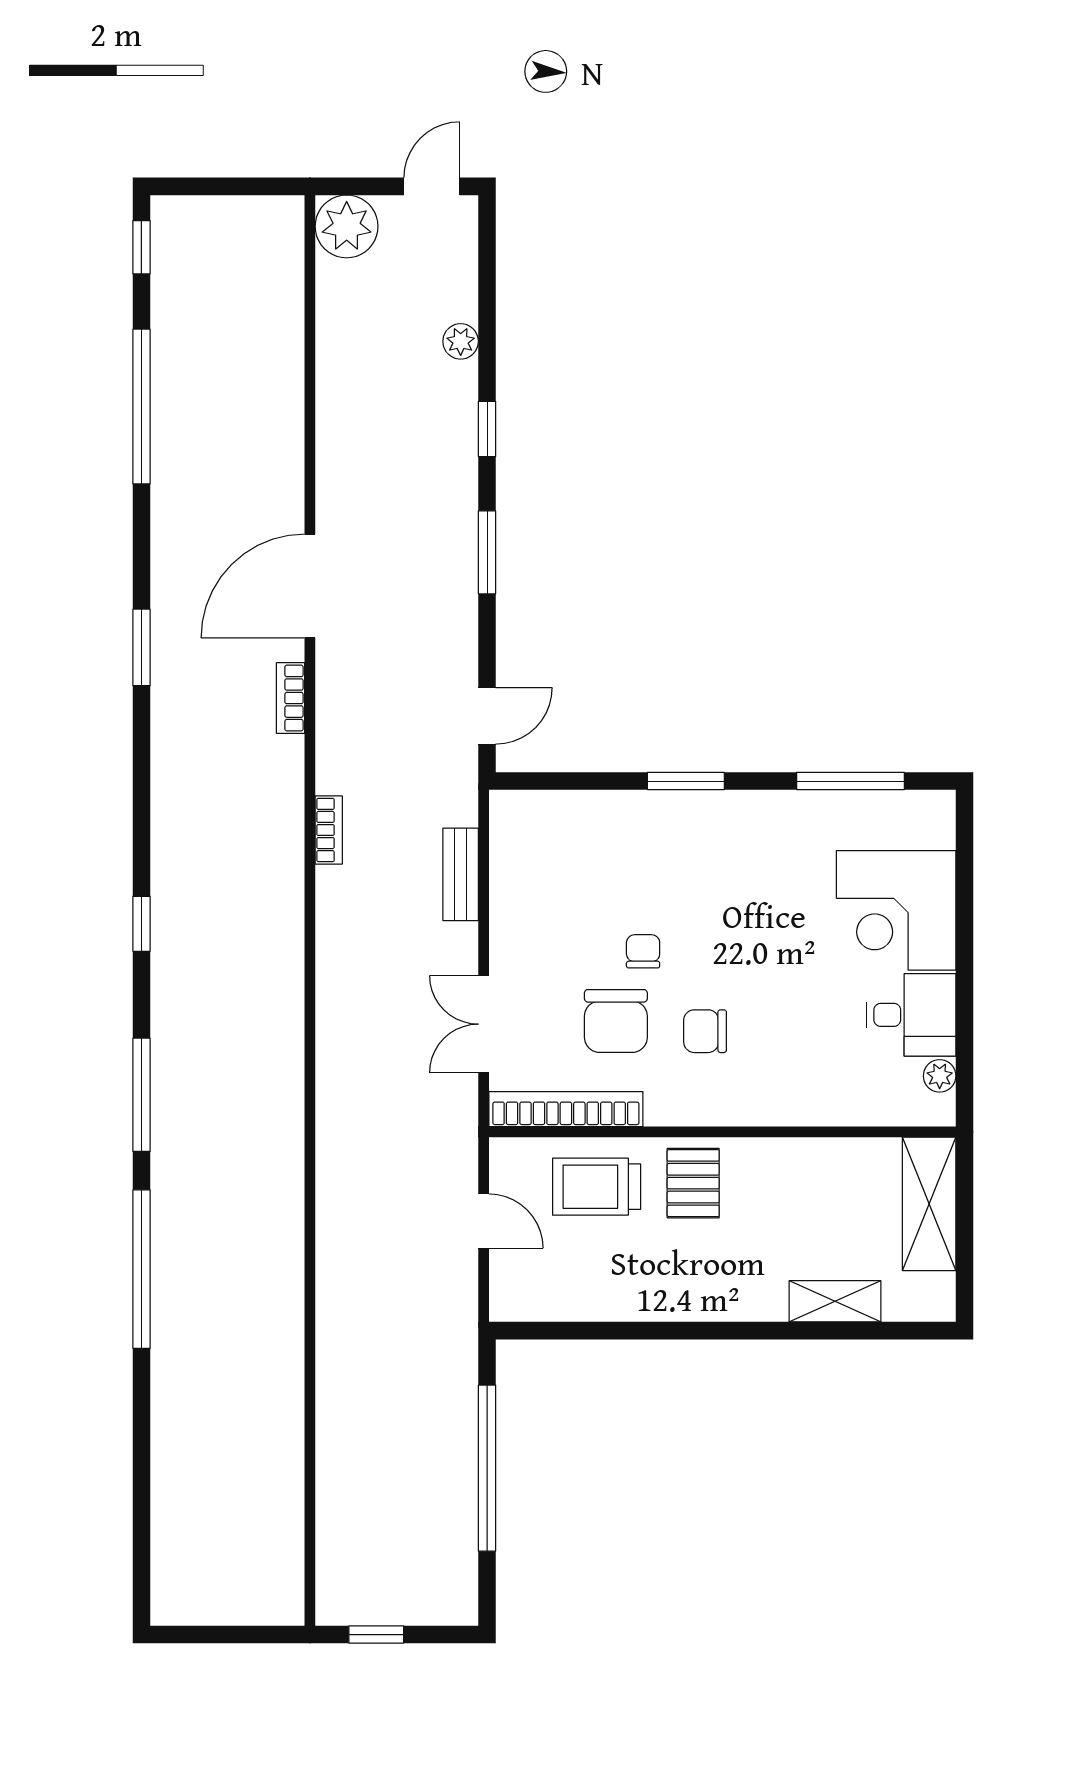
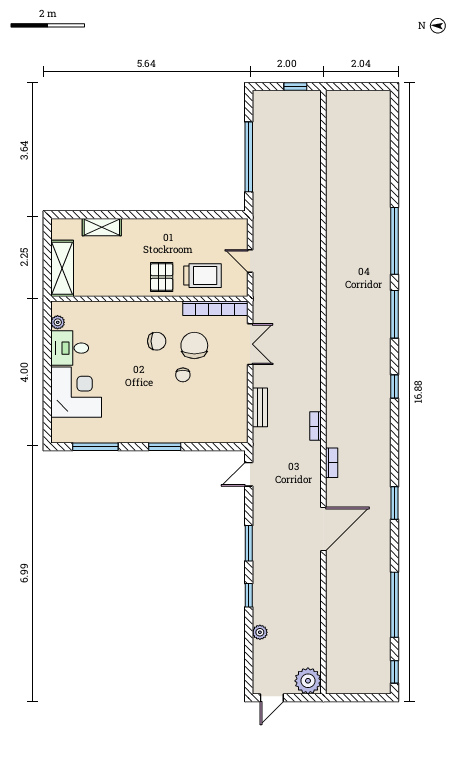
bookcase: (291, 698) -> (332, 463), moved

